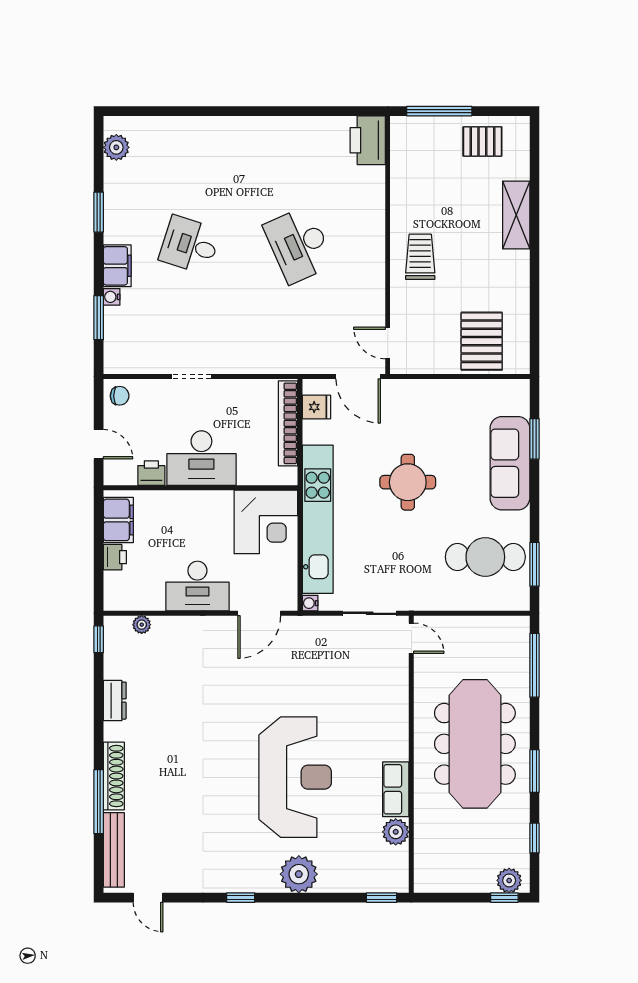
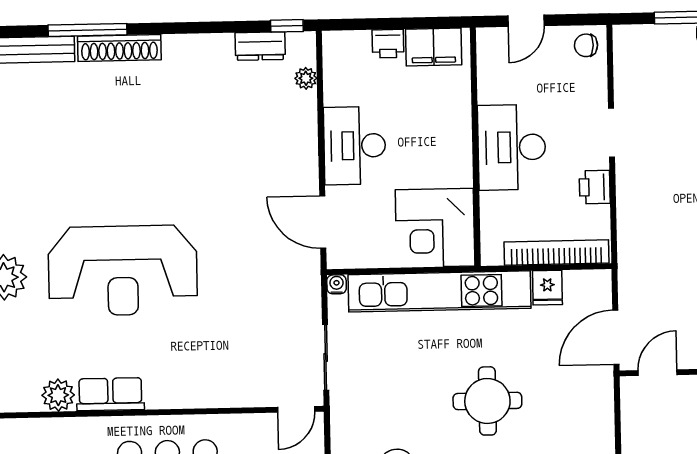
chair: (120, 396) -> (586, 45), turned 92
fridge: (316, 407) -> (547, 288), moved
printer: (151, 473) -> (595, 187), moved, turned 180
dresser: (115, 701) -> (260, 46), moved

